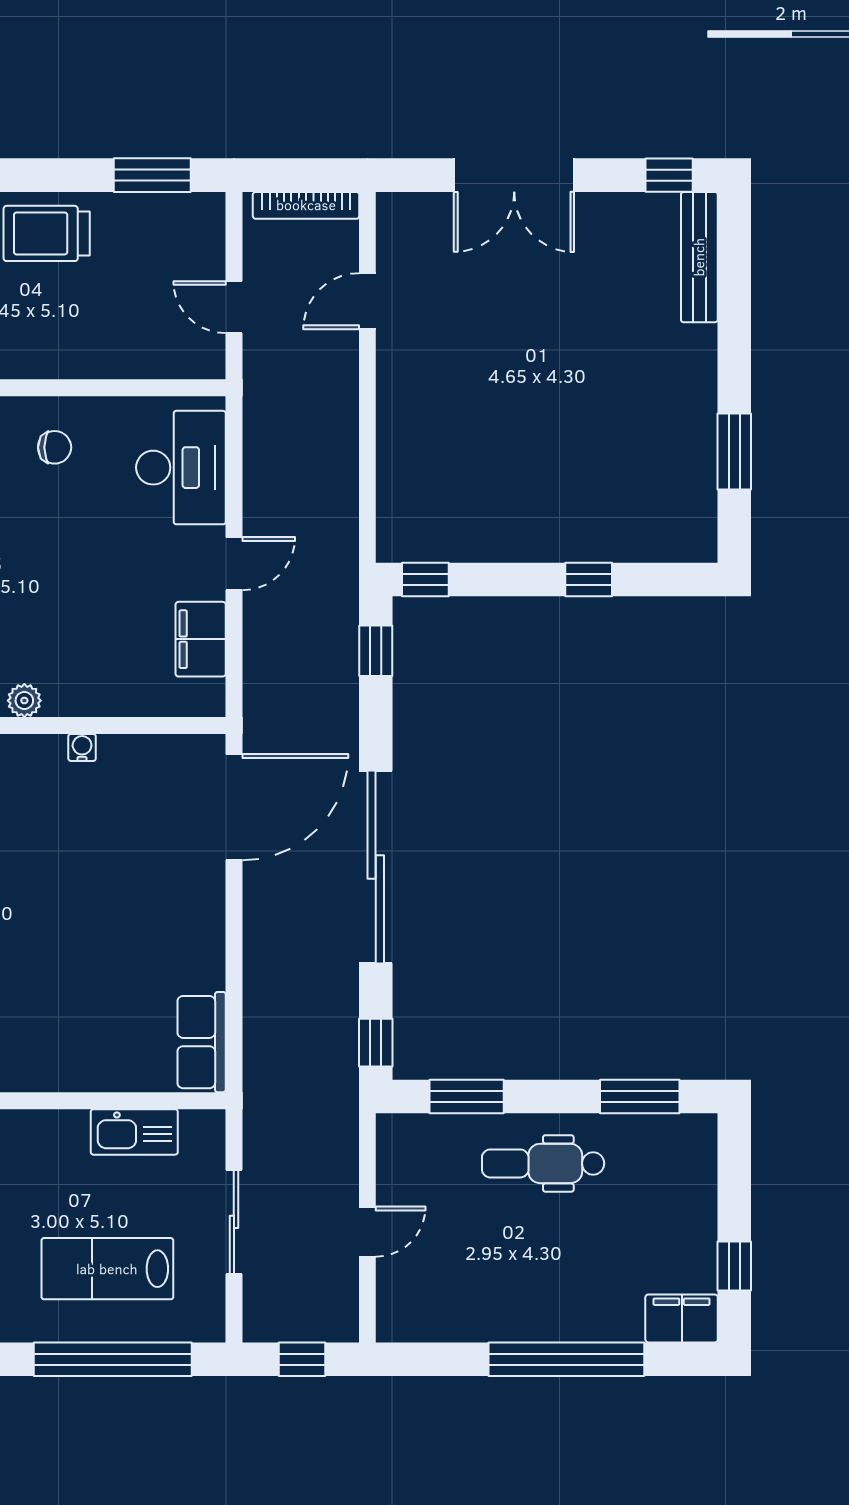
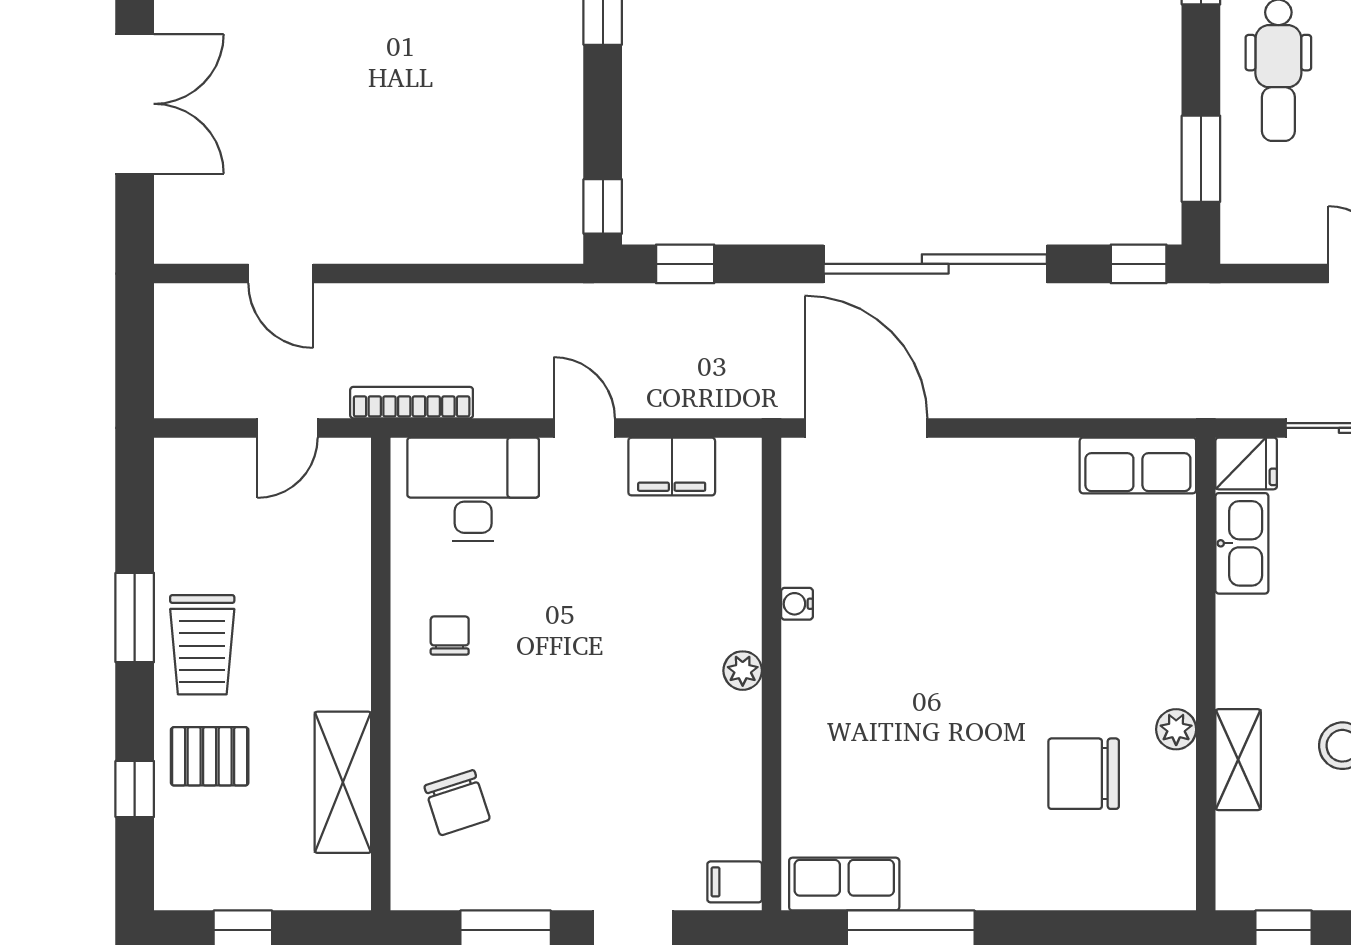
window: (152, 175) -> (135, 618), moved
bookcase: (306, 205) -> (412, 403), moved, turned -90
fridge: (203, 1136) -> (1246, 463), added

